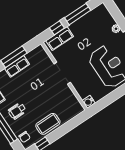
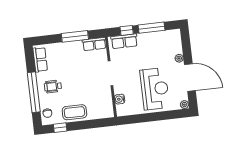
row of seats: (17, 66) -> (94, 44), moved
water cooler: (89, 102) -> (120, 99), moved

